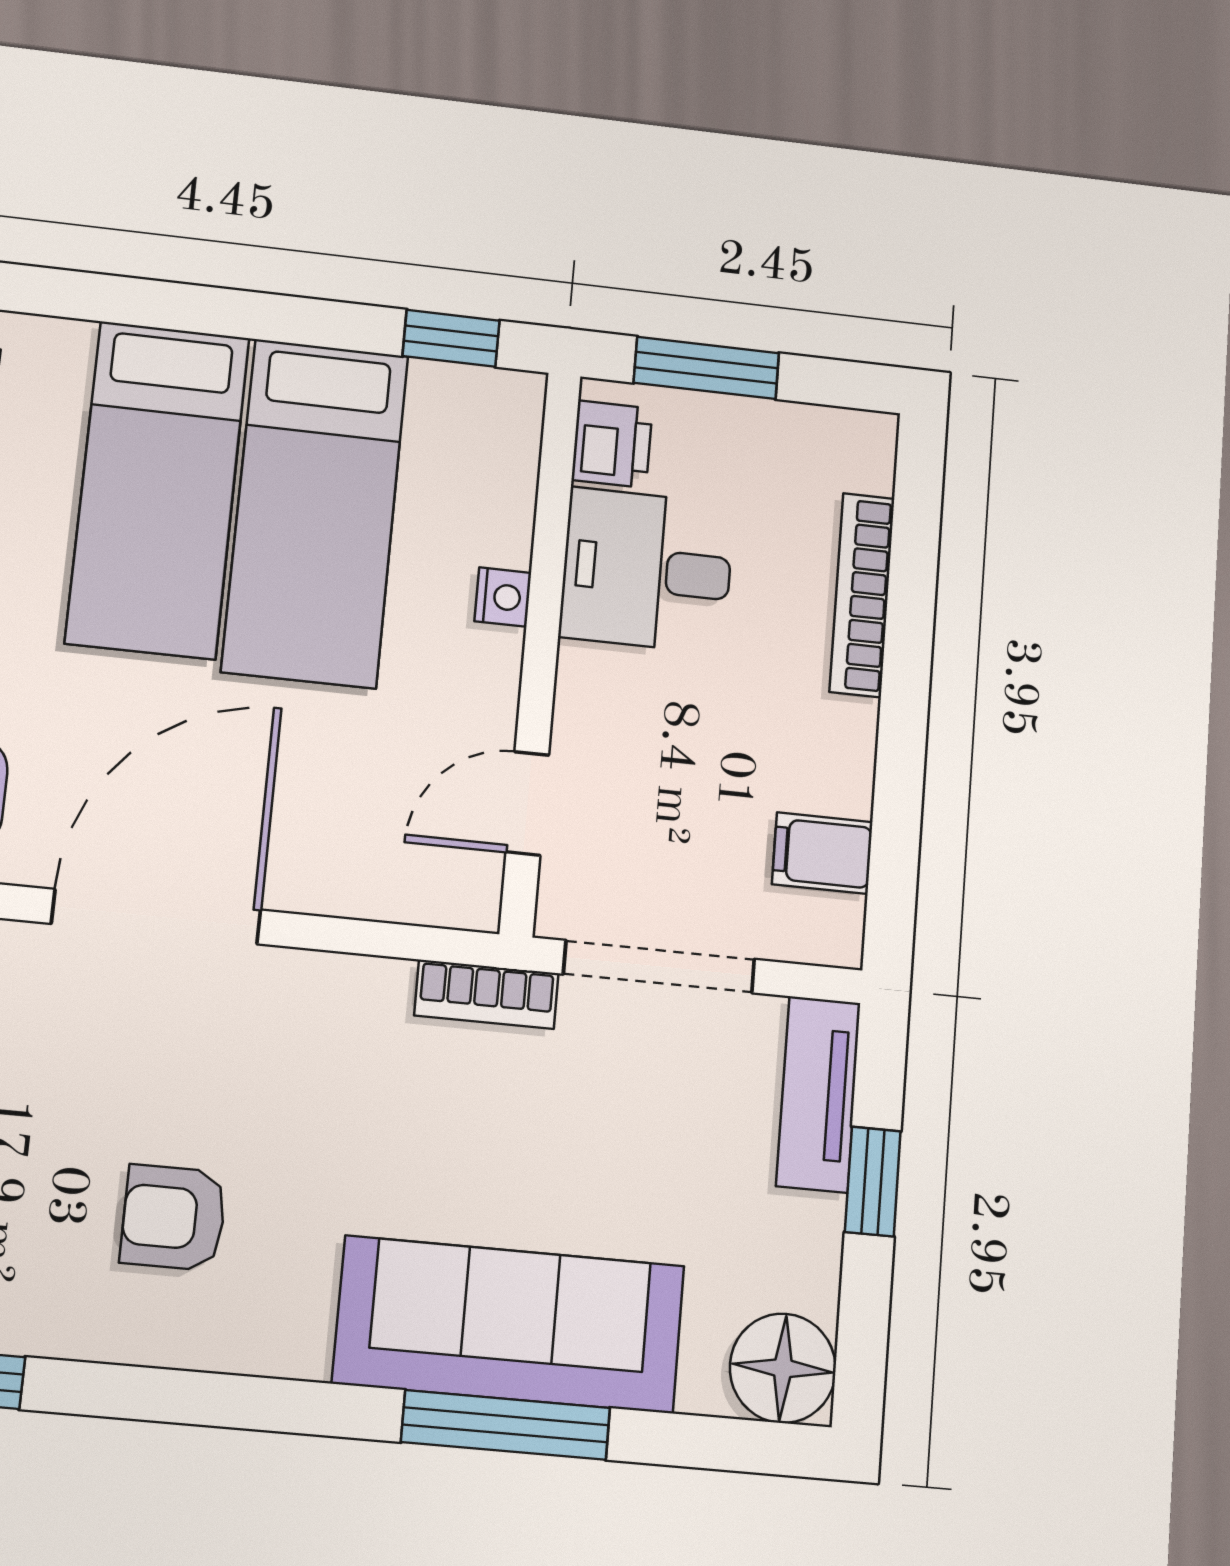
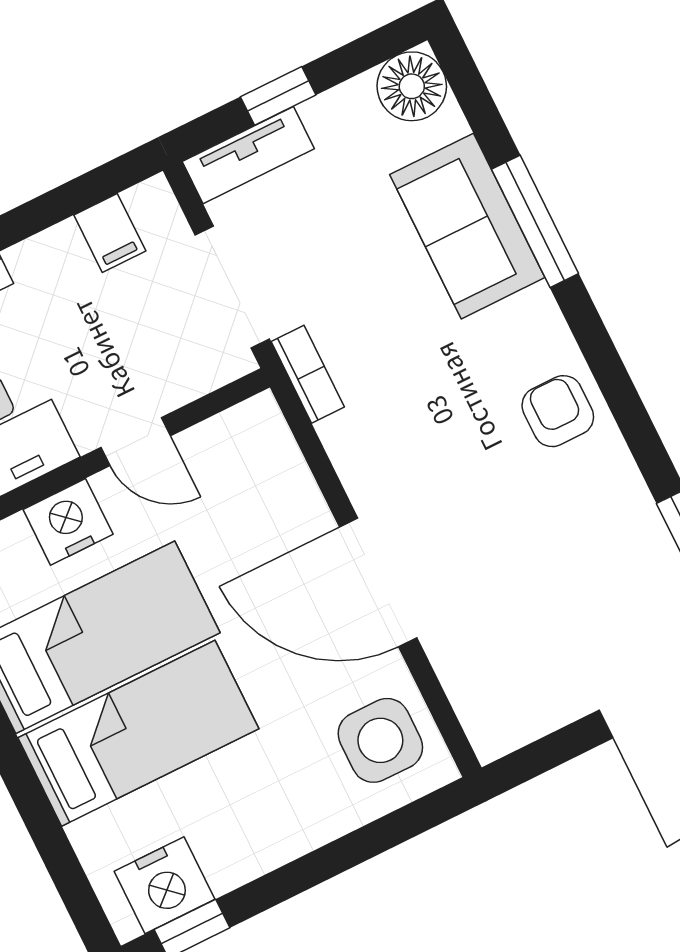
nightstand: (503, 597) -> (68, 522), width x1.89, depth x1.79
door: (527, 803) -> (136, 442), moved
armchair: (174, 1218) -> (558, 411), moved, turned 180
sofa: (509, 1324) -> (467, 226), width x0.73

